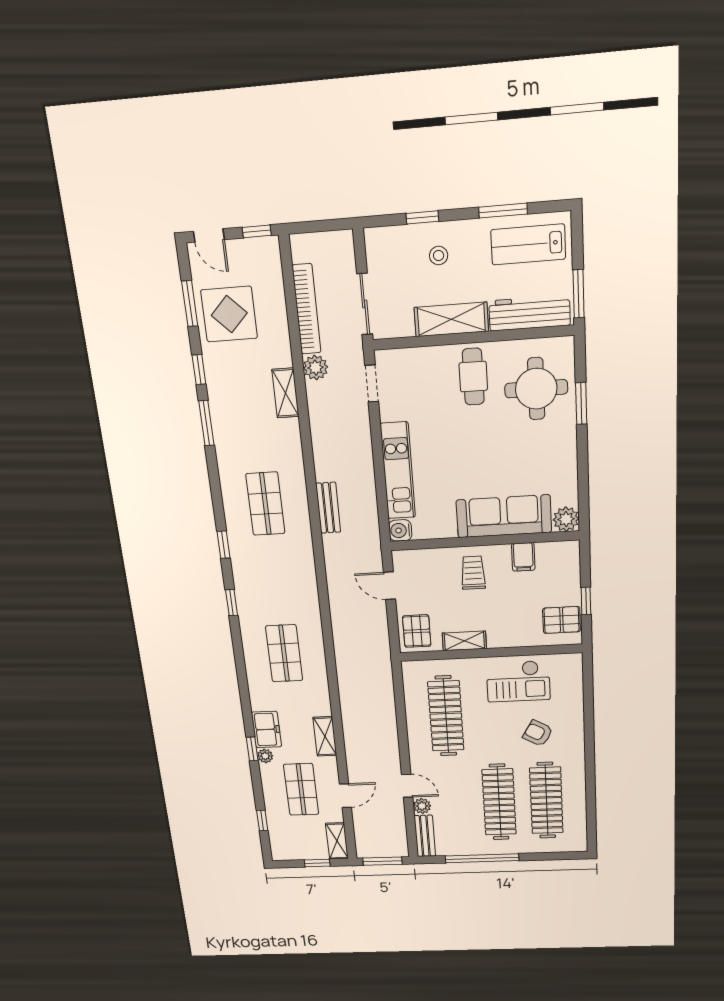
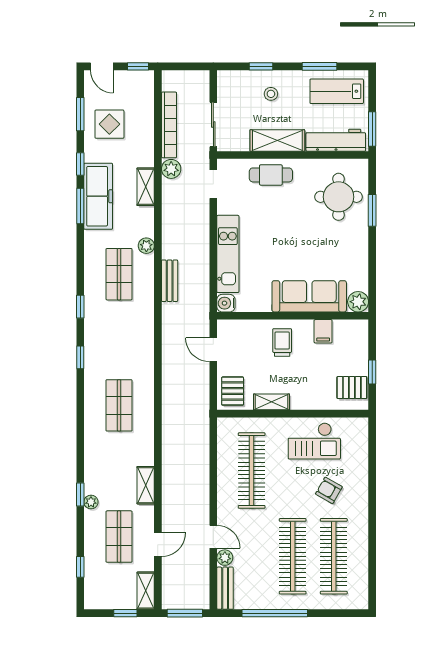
display table: (229, 314) -> (109, 124), width x0.73, depth x0.73
cafe table: (473, 377) -> (271, 175), moved, turned 90
plant: (295, 467) -> (146, 246), added
freezer: (266, 729) -> (98, 196), moved, width x1.91, depth x1.26

